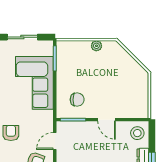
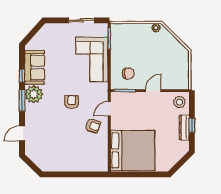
plant: (96, 46) -> (156, 28), moved
door: (107, 120) -> (153, 91), swing flipped

